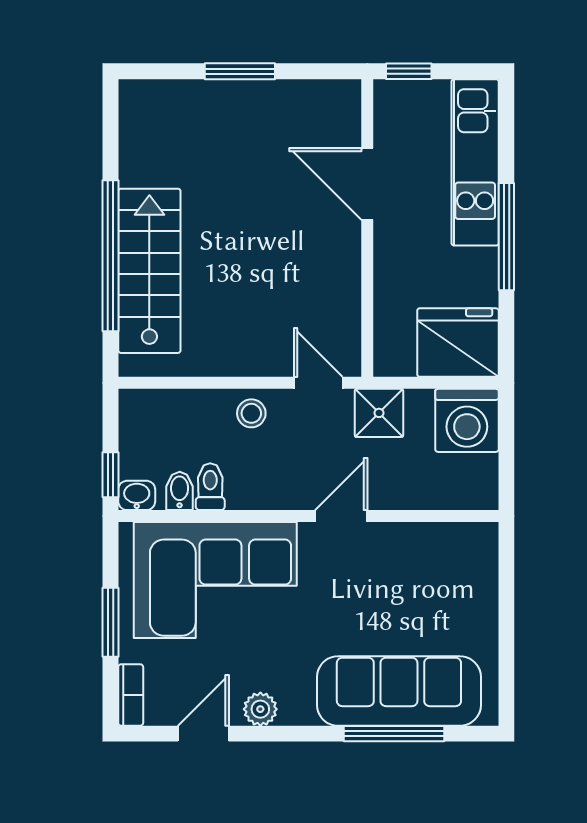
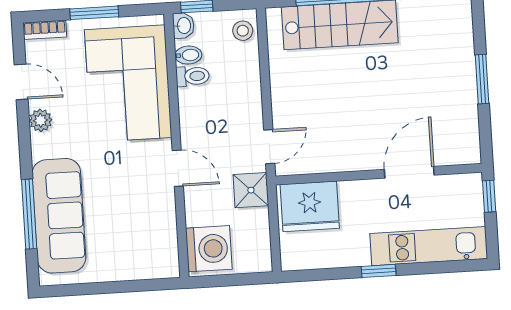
window: (506, 237) -> (379, 271), width x0.46
fridge: (458, 343) -> (310, 206), moved, turned 90
stool: (251, 413) -> (243, 31), moved
washing machine: (467, 420) -> (209, 249), moved, turned 180

